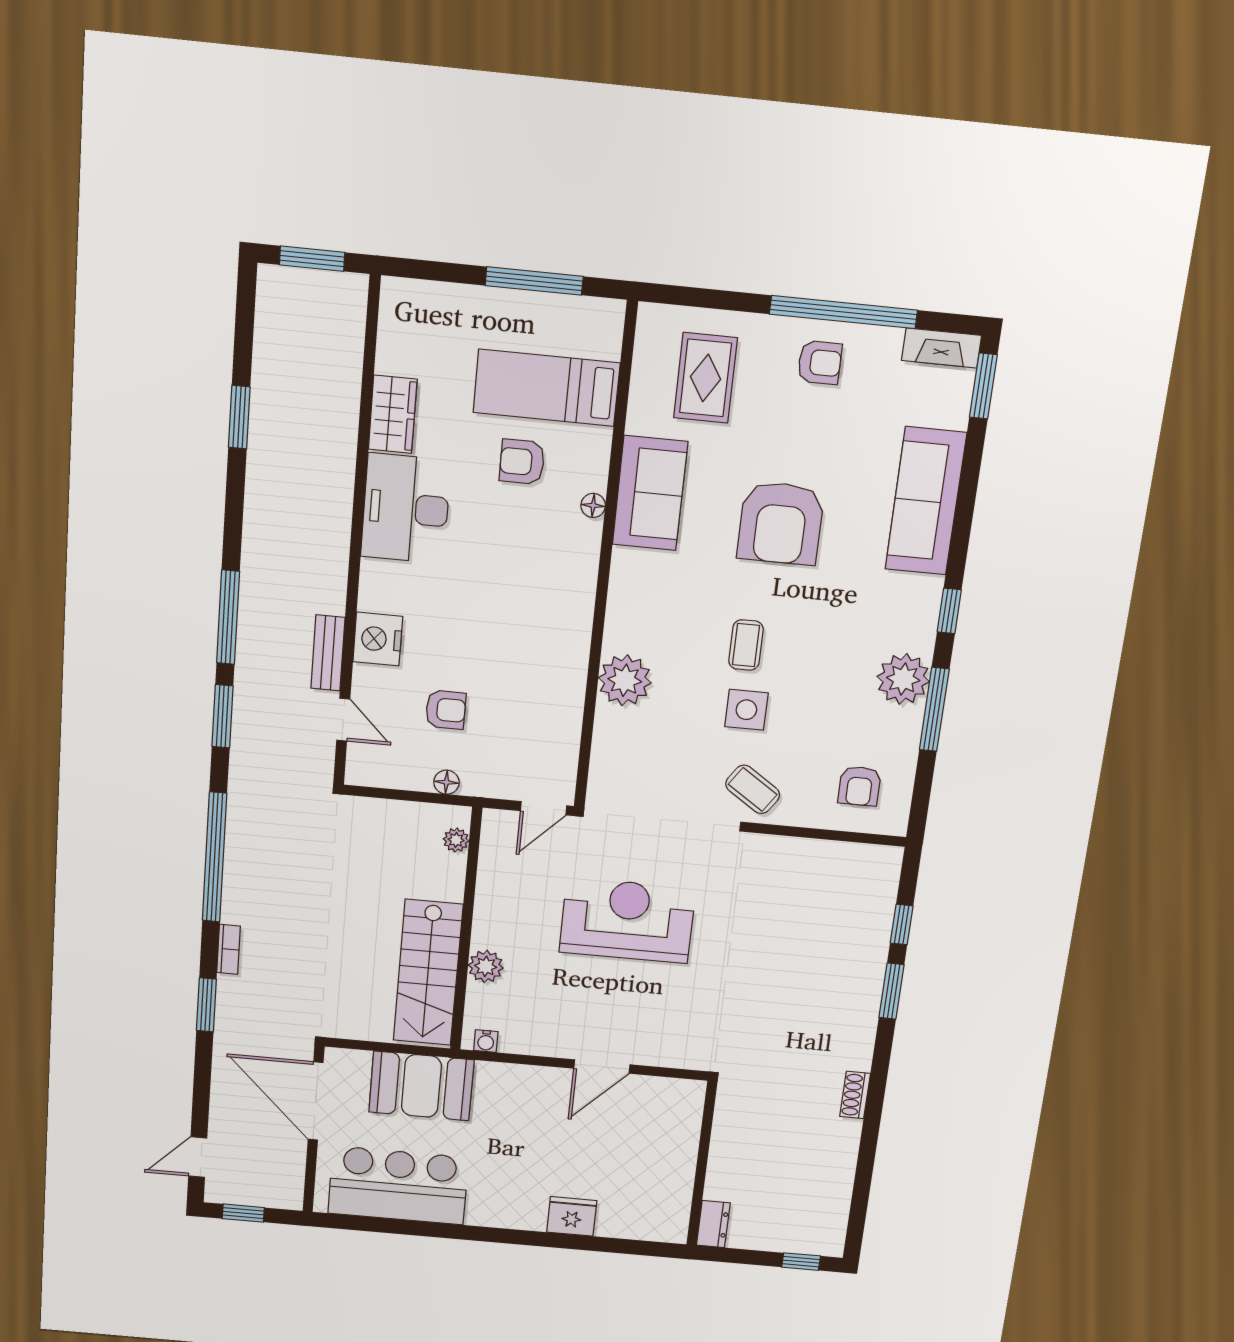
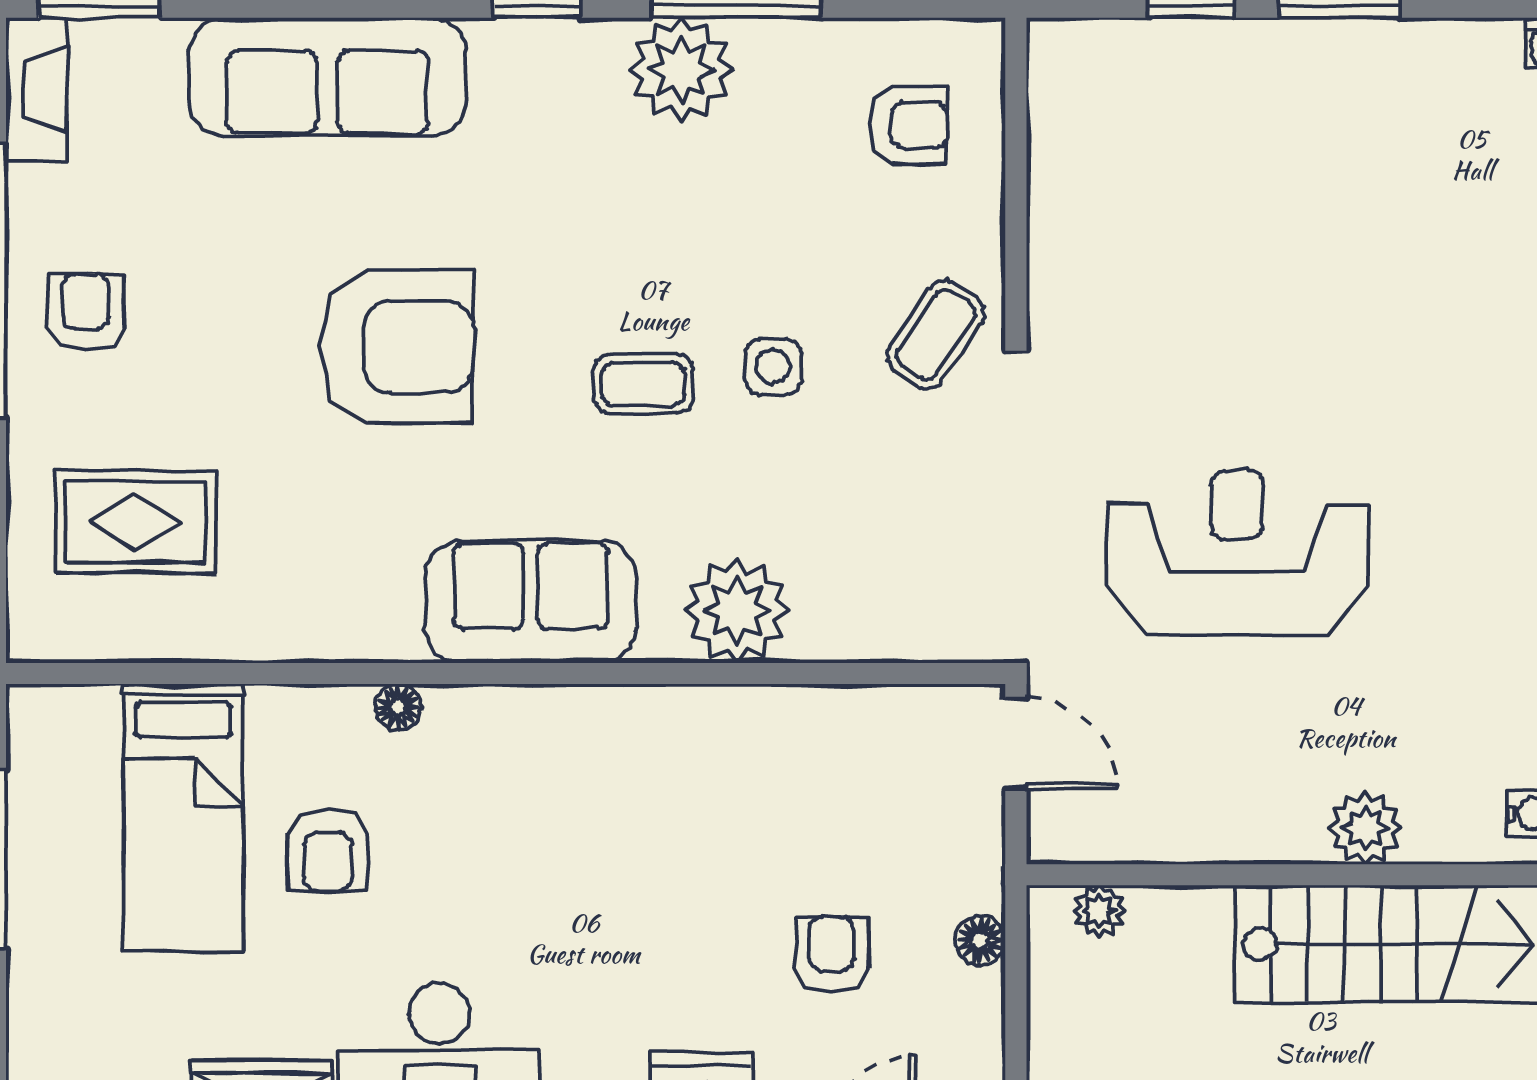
sofa: (650, 493) -> (531, 602), moved
side table: (746, 710) -> (773, 367), width x0.73, depth x0.73
reception desk: (627, 920) -> (1237, 553), turned 90

